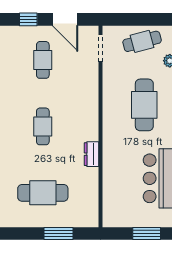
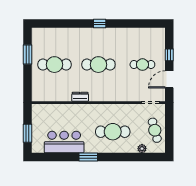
cafe table: (43, 126) -> (98, 65), width x1.37, depth x1.35
cafe table: (43, 193) -> (54, 65), turned 90
window: (58, 233) -> (28, 54), moved

